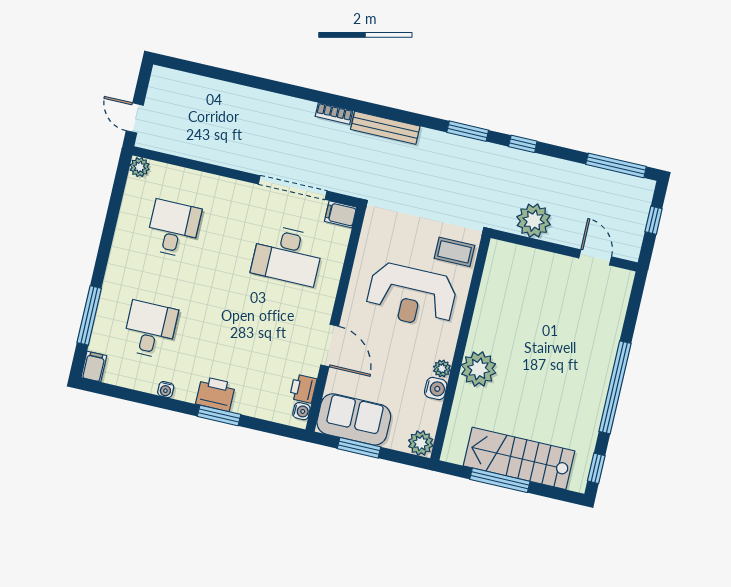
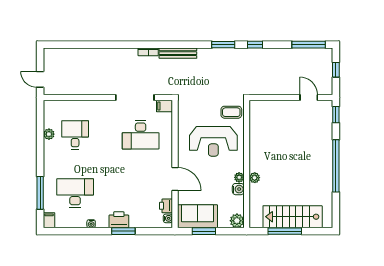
plant: (140, 167) -> (49, 134), moved
plant: (534, 221) -> (271, 85), removed
desk: (150, 330) -> (75, 193), width x1.37
plant: (479, 369) -> (255, 178), width x0.53, depth x0.53
window: (596, 468) -> (336, 115), moved

